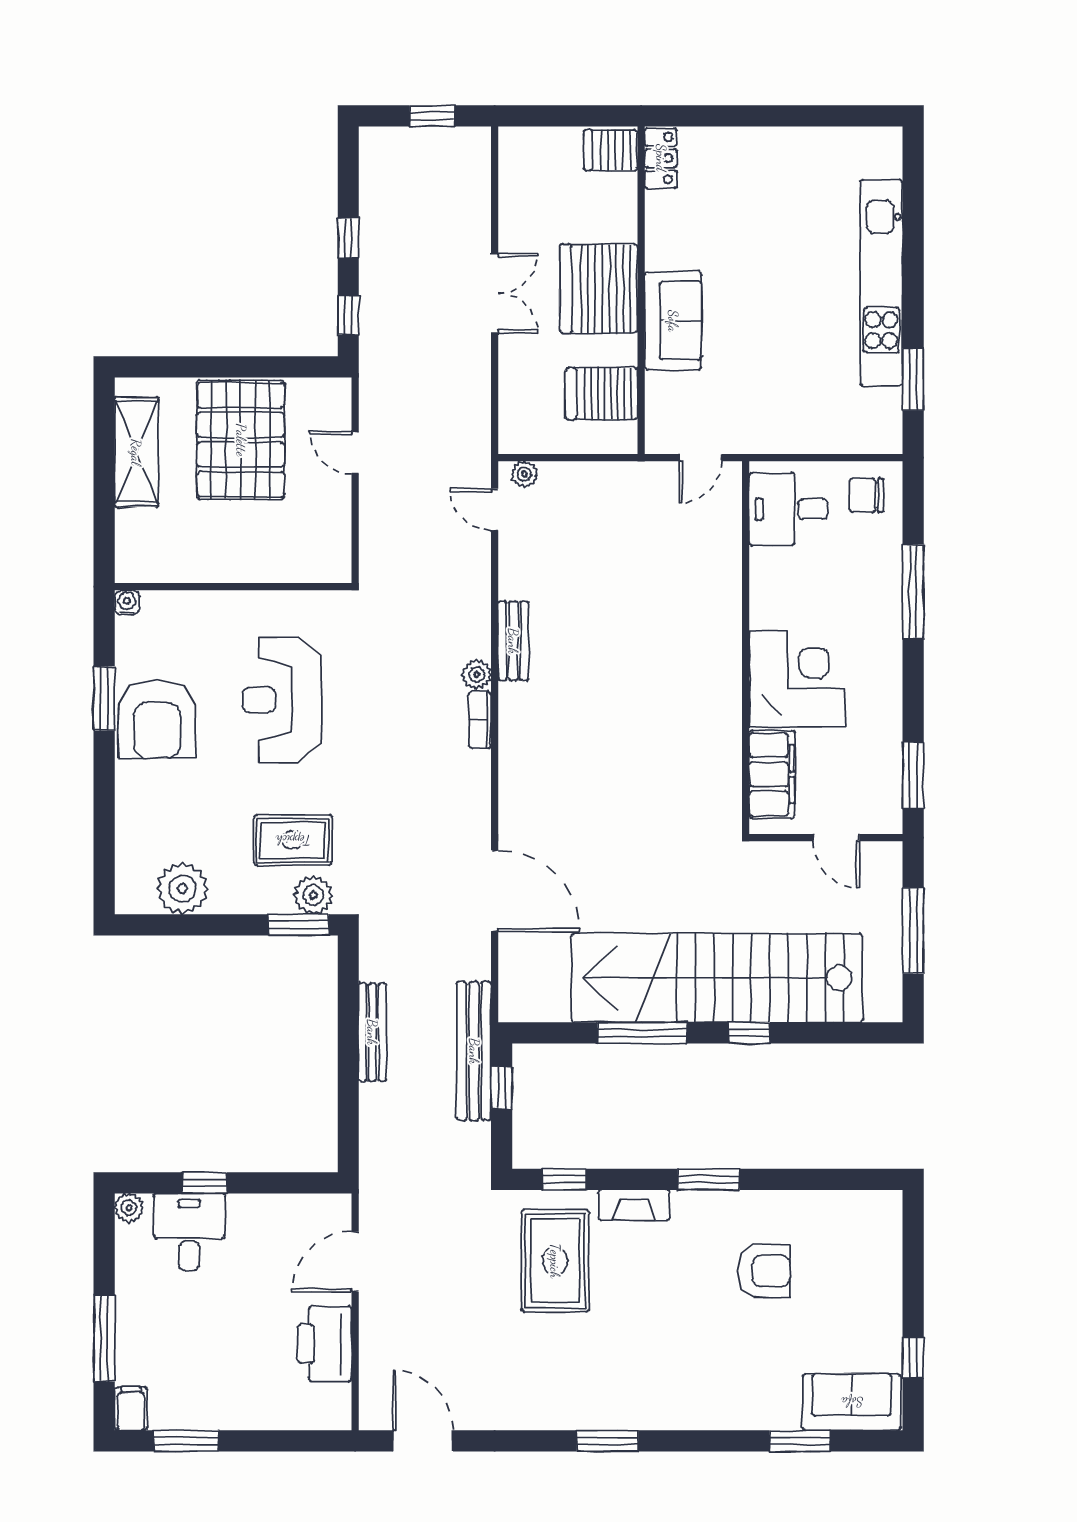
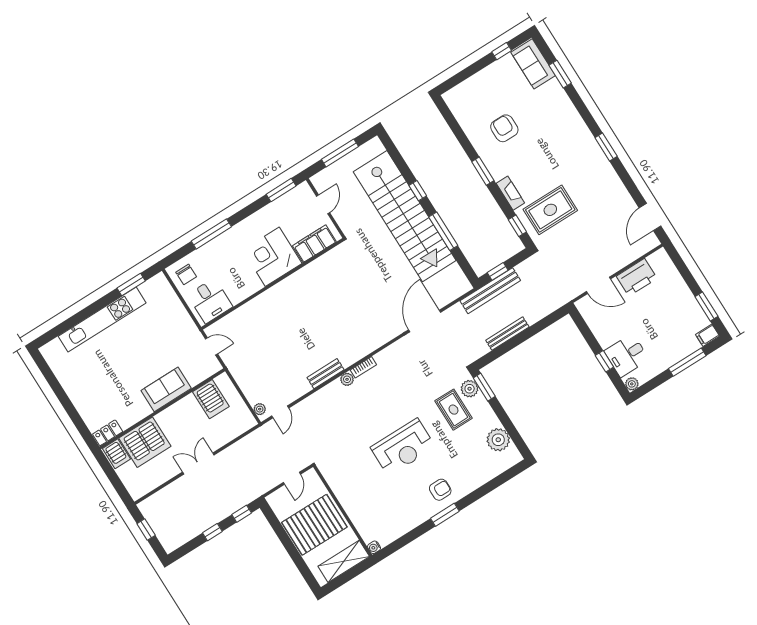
server rack: (599, 289) -> (145, 442), moved
wall: (233, 587) -> (343, 511), moved
water cooler: (127, 602) -> (374, 547), moved
armchair: (157, 720) -> (440, 490), width x0.53, depth x0.53

